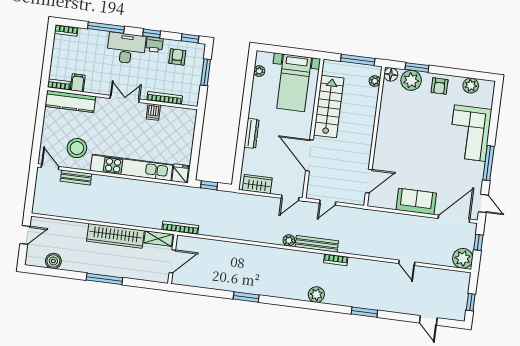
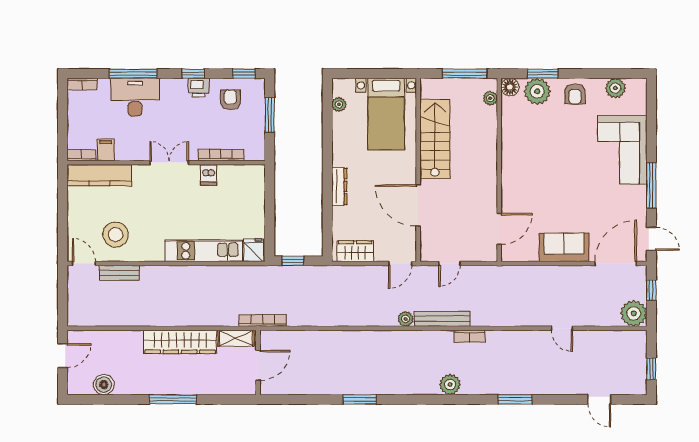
desk: (126, 48) -> (135, 97), moved
kitchen unit: (132, 168) -> (204, 251), width x0.73

